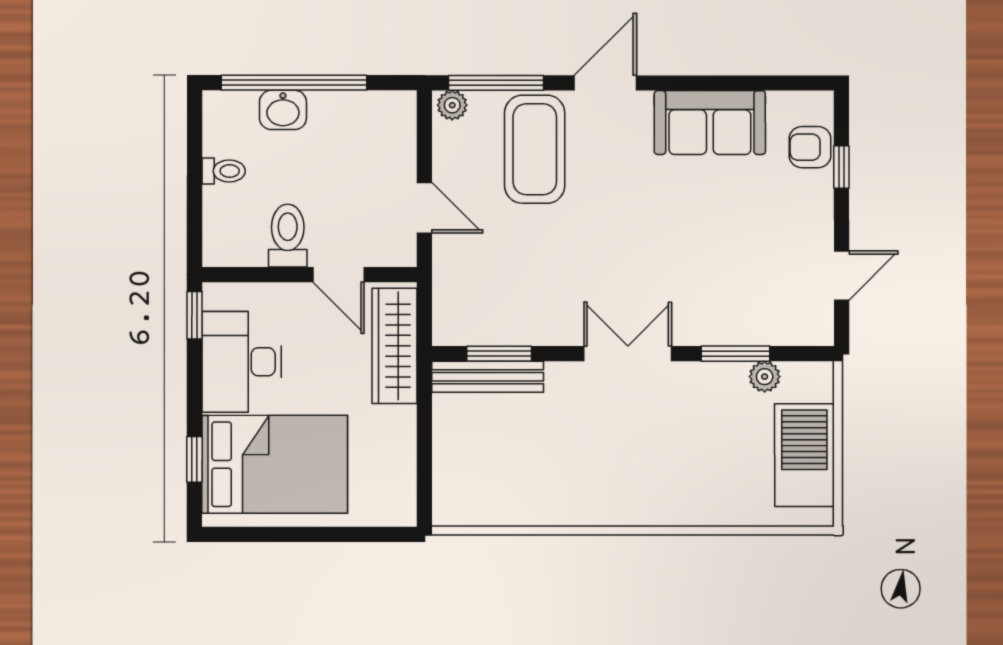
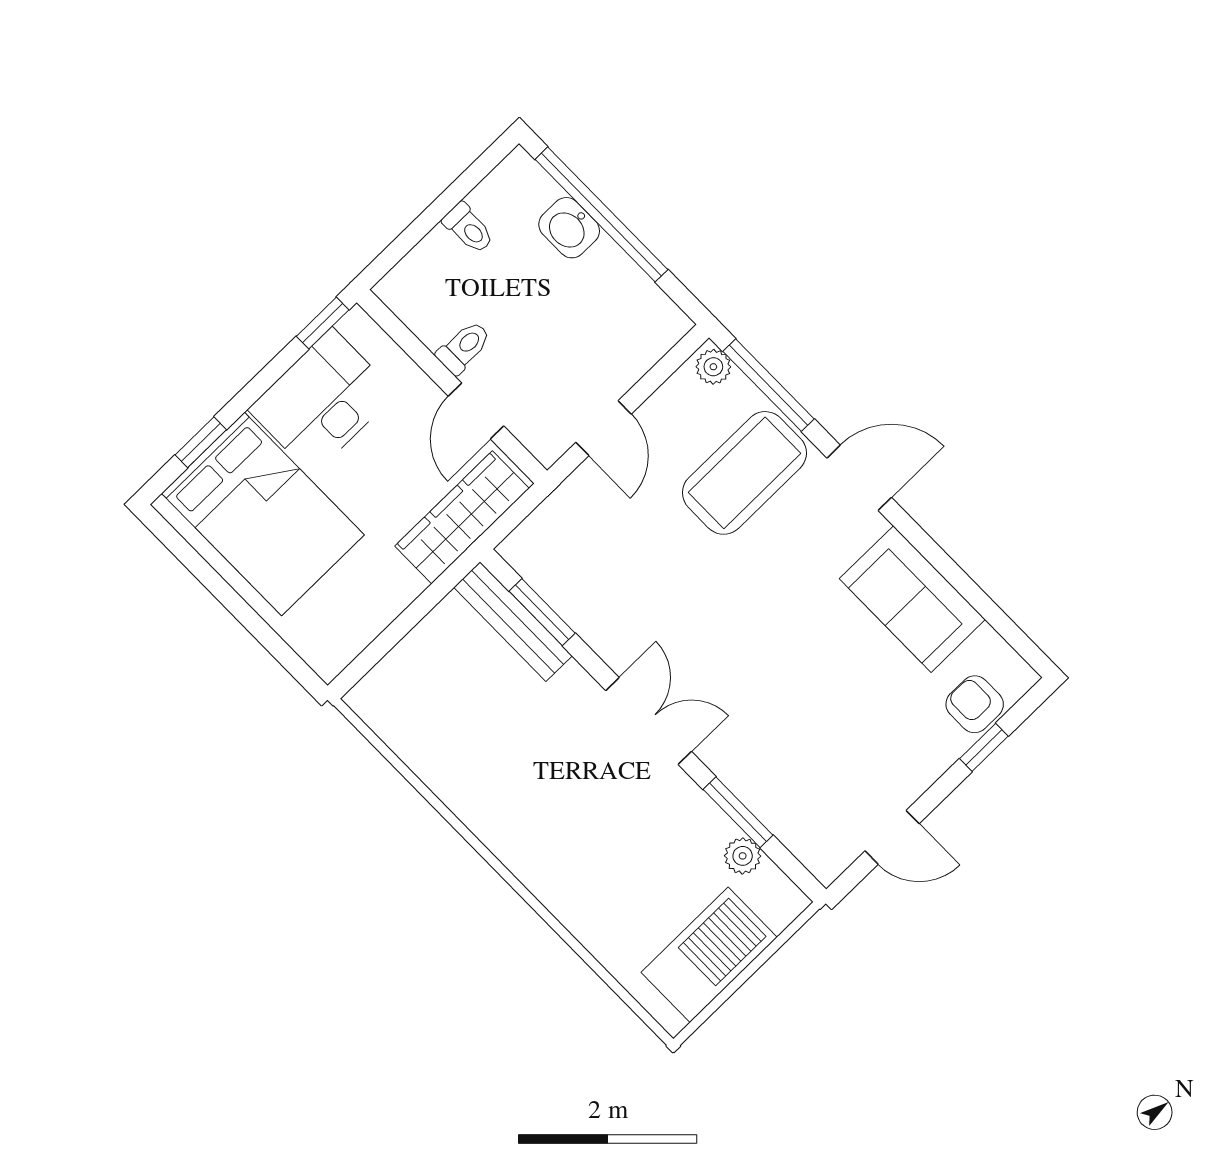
toilet: (288, 236) -> (464, 347), width x0.73, depth x0.72

